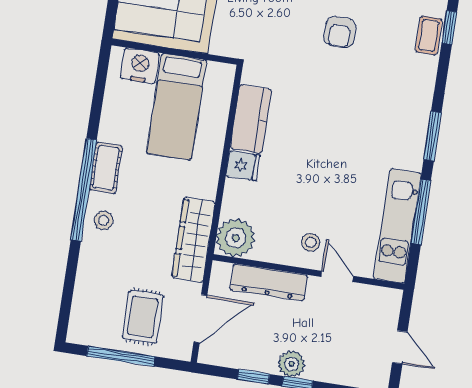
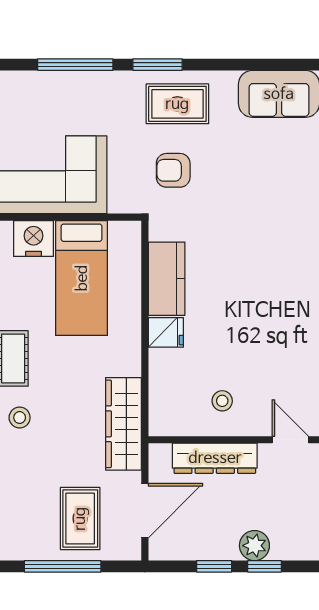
armchair: (340, 32) -> (173, 170), moved, turned 90
plant: (236, 238) -> (170, 414), removed
stool: (311, 242) -> (222, 401), moved

